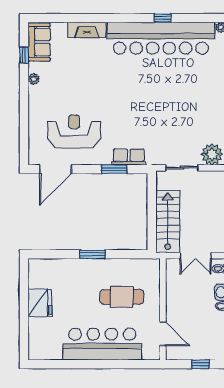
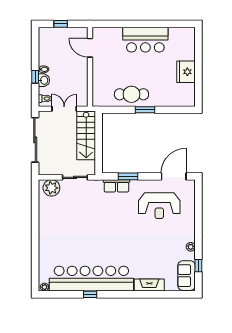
cafe table: (122, 297) -> (131, 94), moved
bar counter: (102, 344) -> (145, 40), width x0.73

